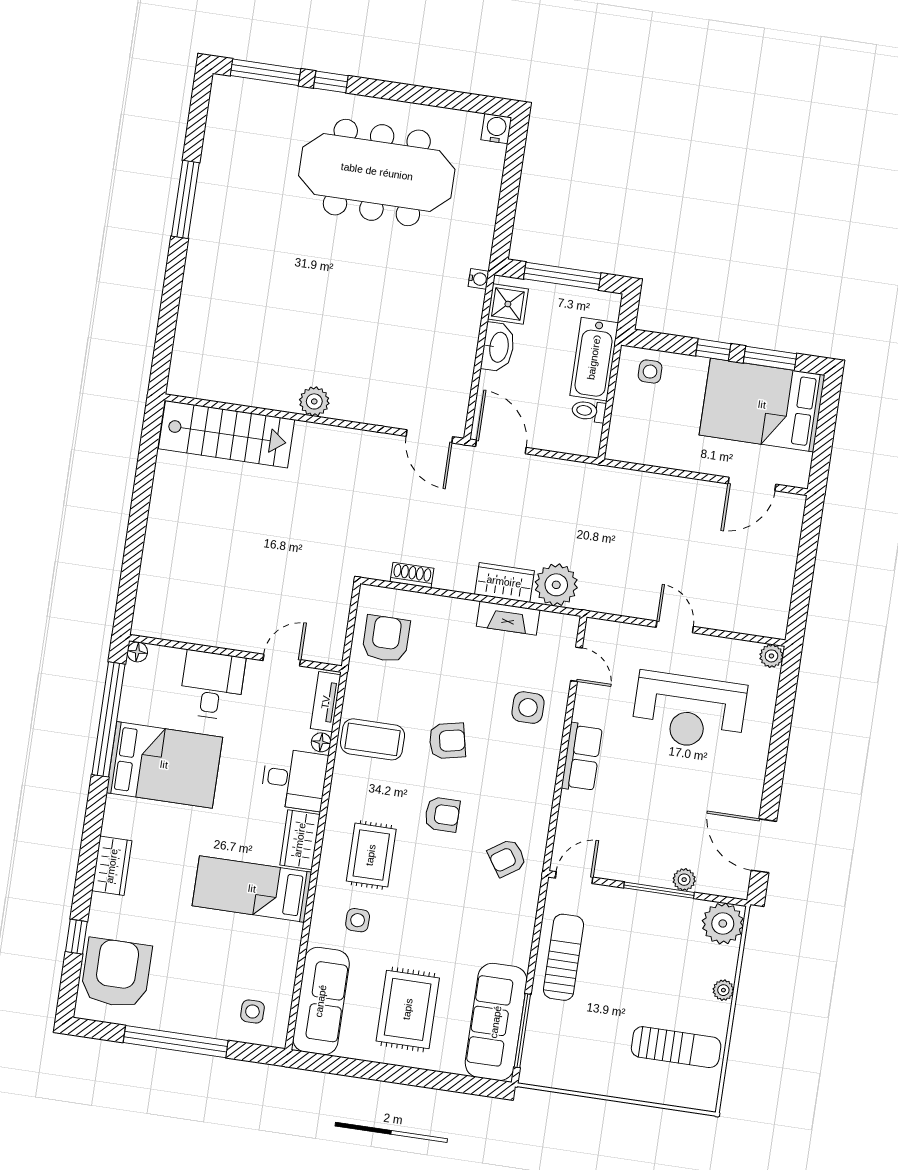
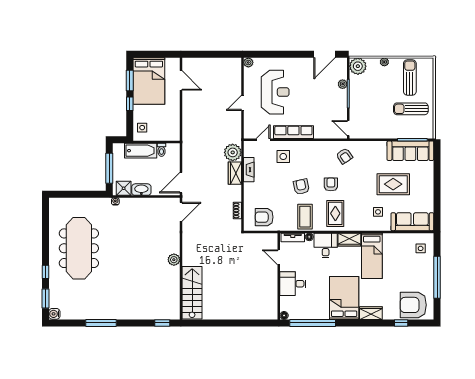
window: (265, 72) -> (46, 298), width x0.69
water cooler: (496, 129) -> (54, 314), moved
window: (163, 350) -> (162, 323), added
row of seats: (582, 757) -> (293, 132), width x1.48
bed: (164, 765) -> (344, 298), moved
rug: (371, 855) -> (335, 213), moved, turned 90
sun lounger: (563, 957) -> (411, 109), moved
rug: (408, 1009) -> (393, 184), moved

